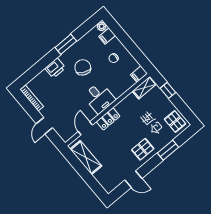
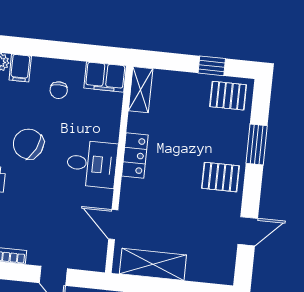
filing cabinet: (139, 74) -> (105, 77), width x2.00
window: (168, 90) -> (212, 66), moved
locker: (108, 119) -> (135, 156), moved
pallet: (143, 149) -> (220, 177), turned 90

